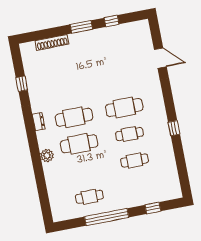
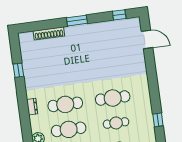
window: (112, 21) -> (119, 15), moved
door: (160, 58) -> (147, 39), moved

